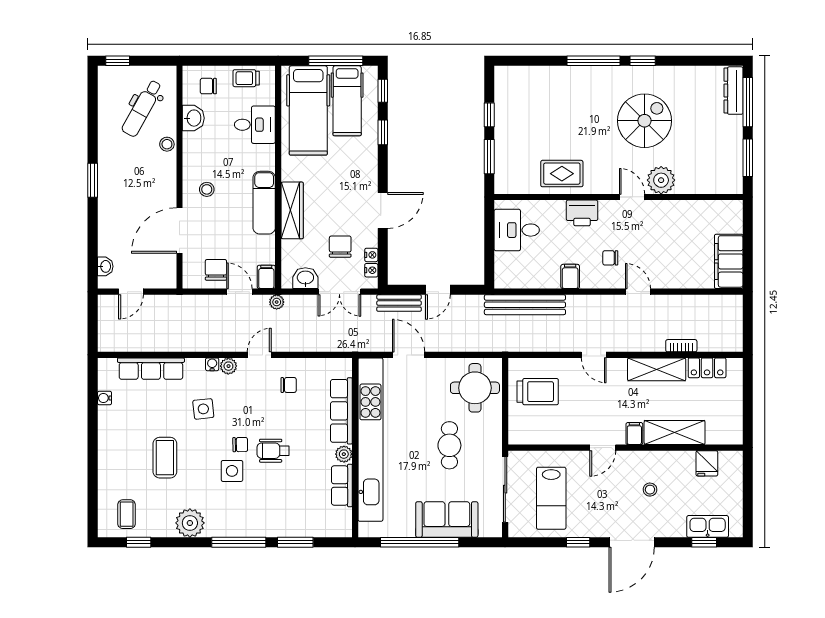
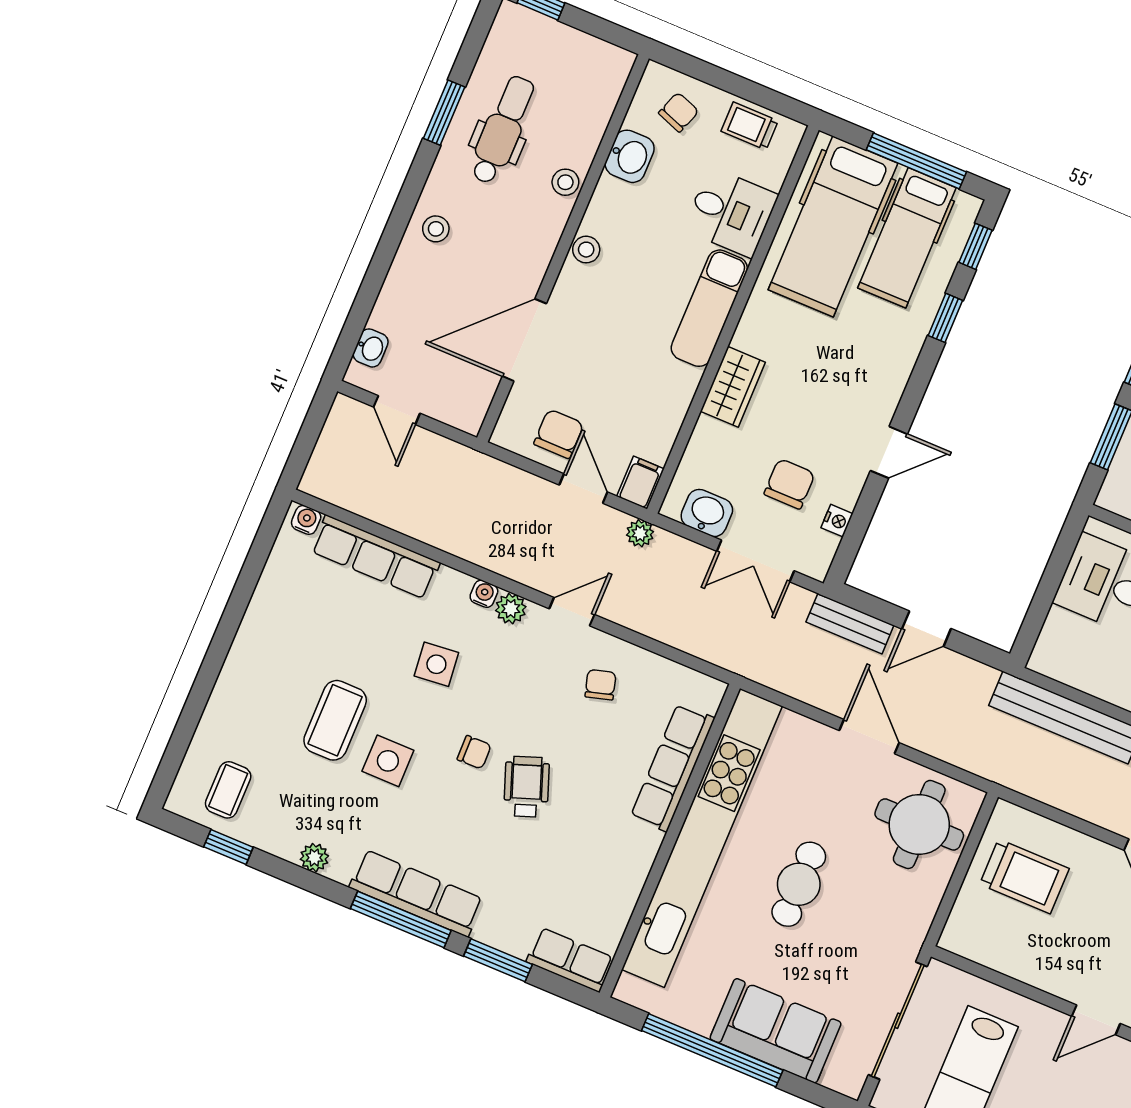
chair: (208, 86) -> (679, 112), turned 110
dental chair: (142, 108) -> (503, 130), moved, turned 151
window: (93, 180) -> (444, 113), moved
stool: (207, 189) -> (586, 250), moved
stool: (113, 194) -> (436, 229), added
exam couch: (264, 203) -> (709, 308), moved
wardrobe: (292, 210) -> (733, 387), width x0.67
door: (383, 210) -> (889, 452), width x0.73
nightstand: (371, 270) -> (826, 547), removed
door: (131, 292) -> (397, 410), hinge flipped
door: (409, 355) -> (869, 737), moved
chair: (289, 385) -> (600, 685), turned -106
water cooler: (104, 398) -> (306, 520), moved, turned 90
cafe table: (449, 445) -> (799, 884), moved
wheelchair: (273, 451) -> (527, 787), turned 70
plant: (344, 454) -> (646, 844), removed
side table: (232, 471) -> (388, 761), moved
row of seats: (342, 486) -> (570, 960), moved, turned 90
plant: (190, 523) -> (314, 858), width x0.53, depth x0.53
row of seats: (241, 526) -> (416, 893), added

